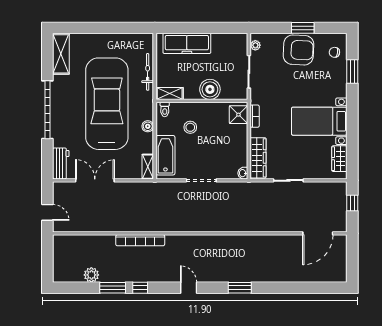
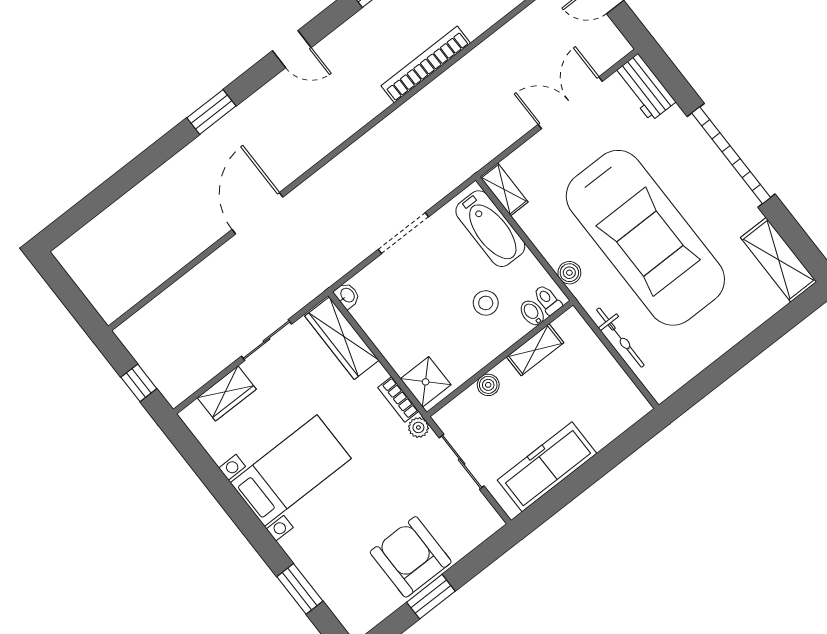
freezer: (187, 43) -> (547, 467), moved
plant: (255, 45) -> (418, 427), moved
armchair: (299, 50) -> (411, 557), turned 87
chair: (334, 52) -> (351, 597), removed
boiler: (210, 89) -> (488, 385), width x0.54, depth x0.54
shelving: (170, 93) -> (535, 350), moved
bidet: (175, 109) -> (532, 313), added
boiler: (148, 126) -> (569, 273), moved
wardrobe: (339, 159) -> (227, 393), moved, turned 90
double door: (95, 180) -> (570, 103), swing flipped
door: (318, 233) -> (257, 213), moved

